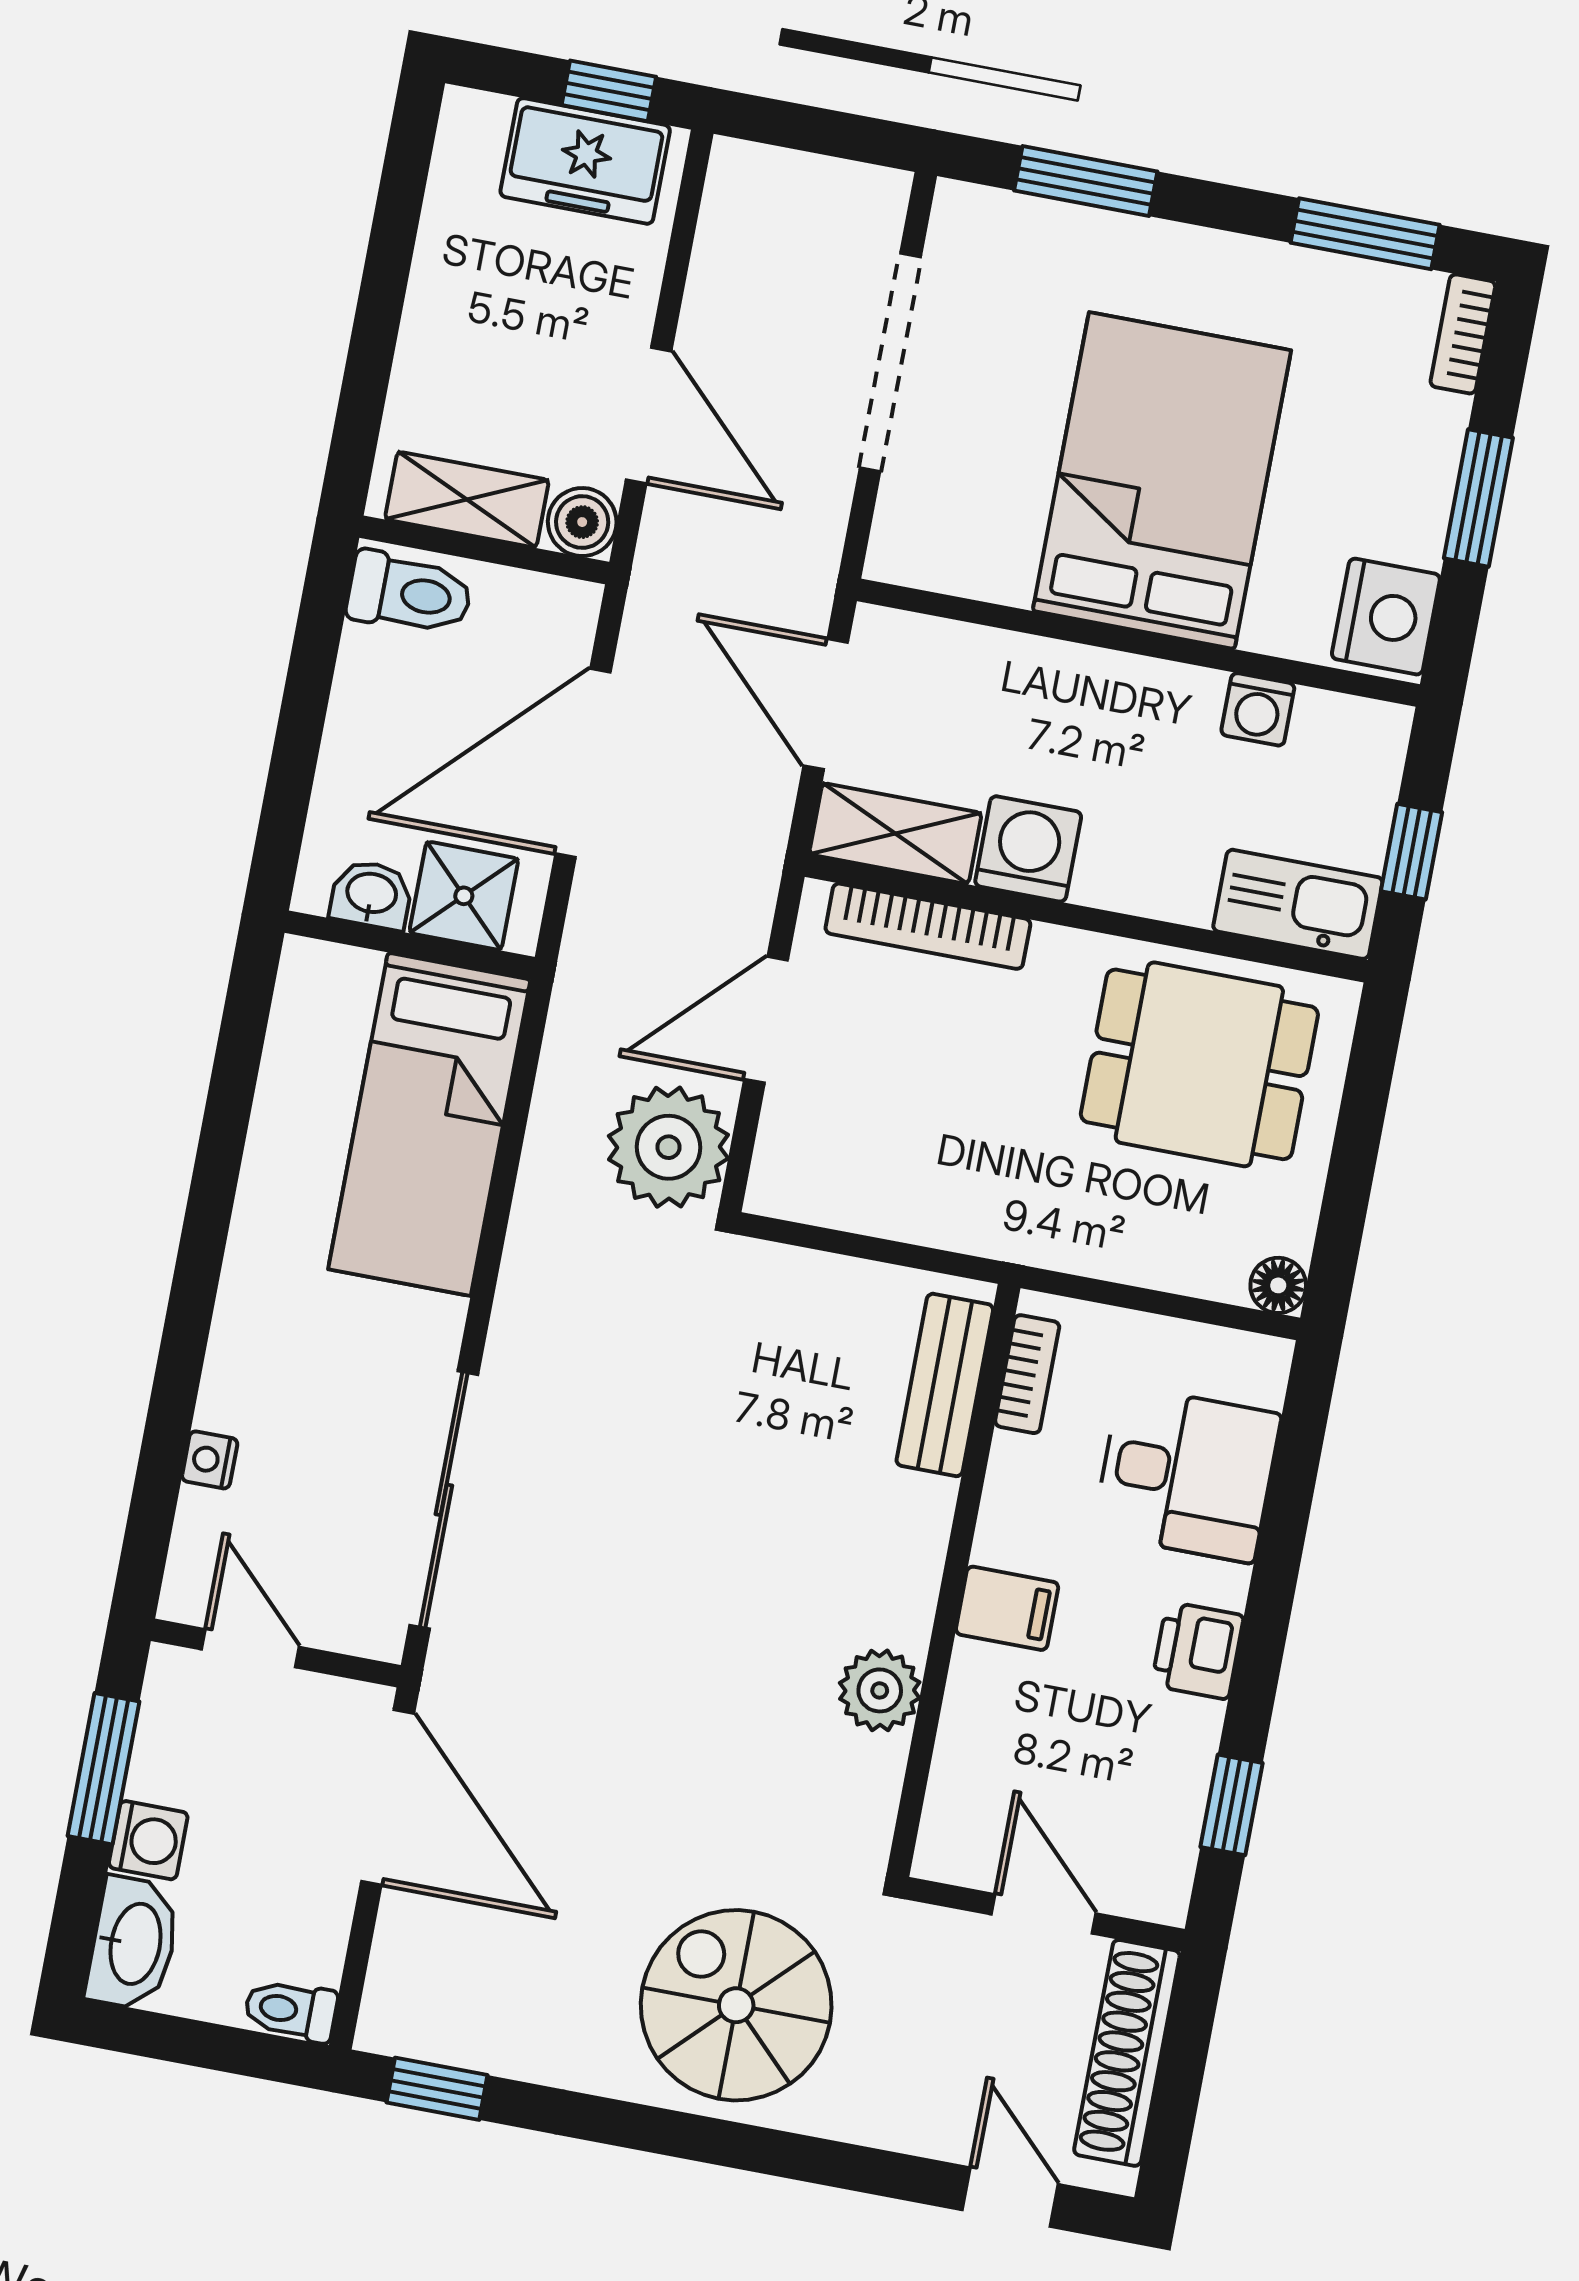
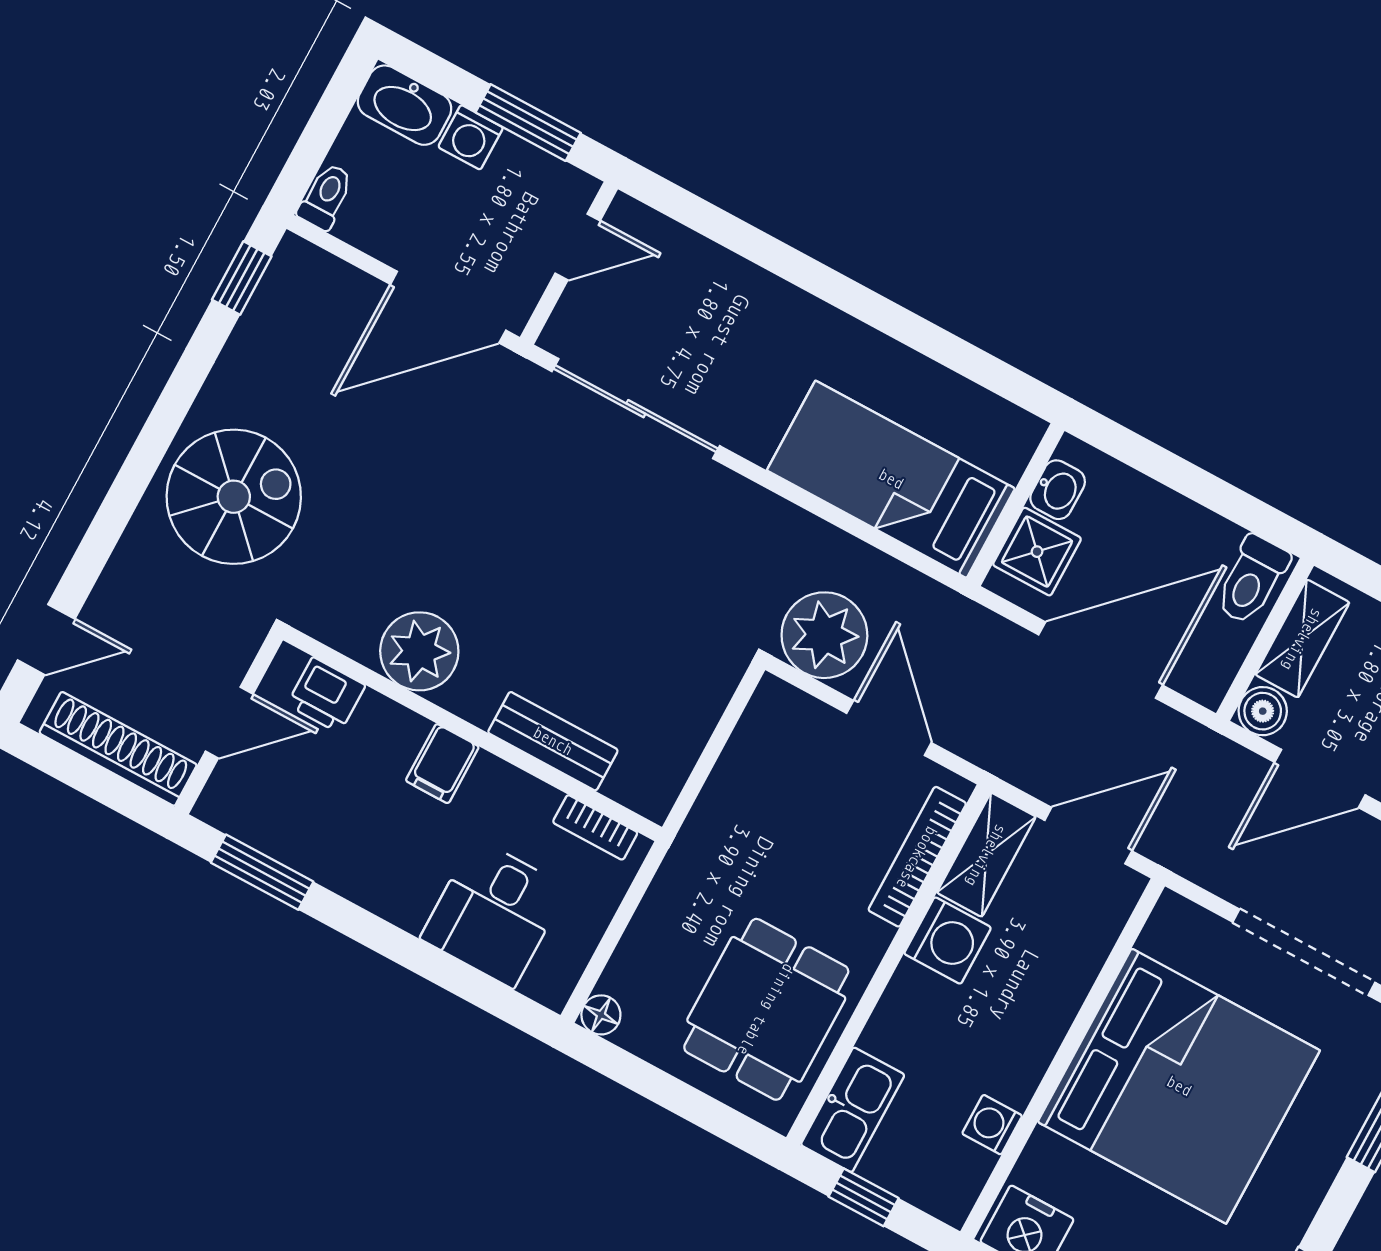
bed: (1162, 481) -> (1179, 1086), width x1.36
door: (583, 763) -> (1101, 660), hinge flipped
bench: (945, 1385) -> (553, 741), moved
nightstand: (210, 1460) -> (713, 260), removed
printer: (1198, 1650) -> (326, 695), moved, turned 180
plant: (880, 1690) -> (419, 651), width x1.36, depth x1.36
window: (1231, 1805) -> (262, 872), width x1.50

